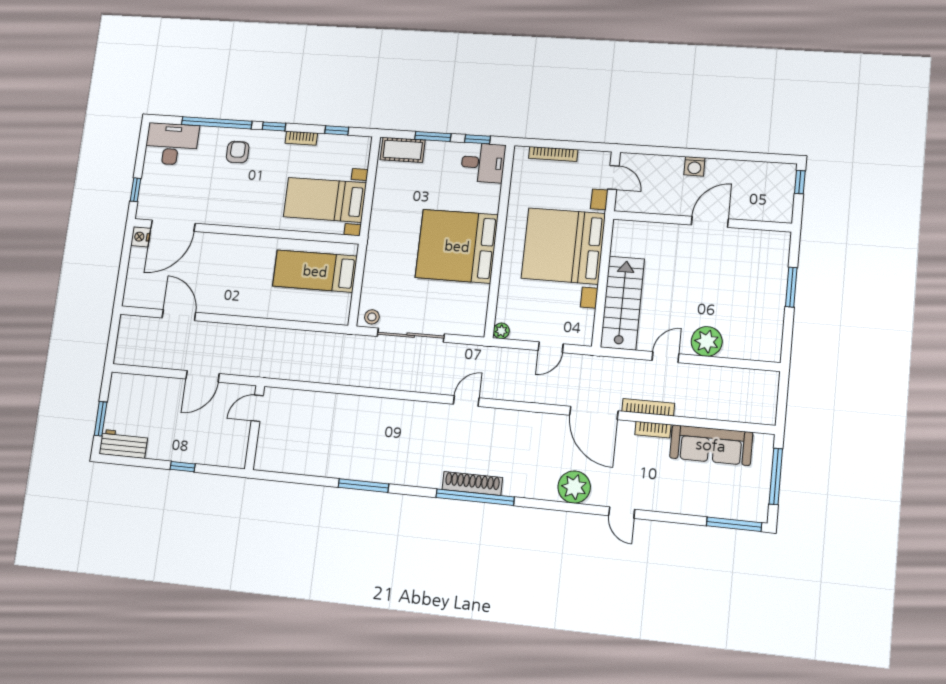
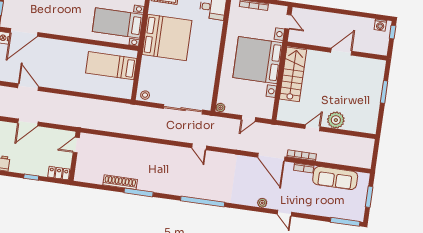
washing machine: (694, 166) -> (380, 25), moved
bed: (457, 246) -> (167, 37), moved, turned 180
stairs: (622, 303) -> (293, 74), moved
sliding door: (411, 335) -> (183, 109), moved
door: (203, 376) -> (28, 122), moved
door: (466, 401) -> (199, 147), swing flipped
locker: (228, 458) -> (59, 173), added
window: (776, 476) -> (369, 197), width x0.69
shoe rack: (472, 483) -> (120, 182), moved
plant: (574, 487) -> (262, 203), width x0.53, depth x0.53

